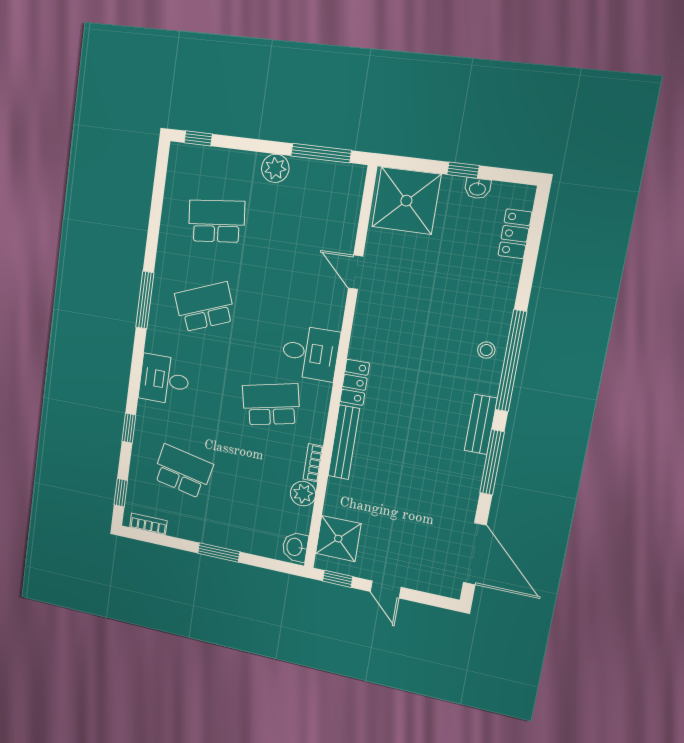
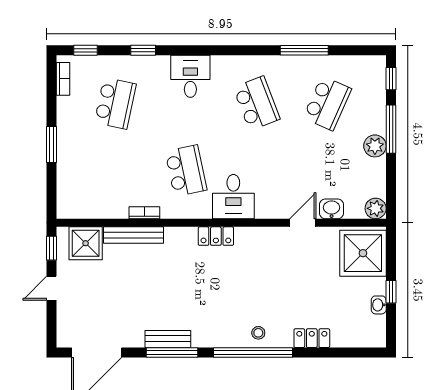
window: (321, 153) -> (391, 129), moved
school desk: (216, 221) -> (327, 103), turned 30
locker: (515, 234) -> (312, 338), moved
window: (145, 300) -> (304, 50), moved
bench: (481, 424) -> (168, 339), moved
bench: (344, 442) -> (133, 235), moved
plant: (303, 494) -> (376, 208), moved
washbasin: (295, 547) -> (332, 209), moved

